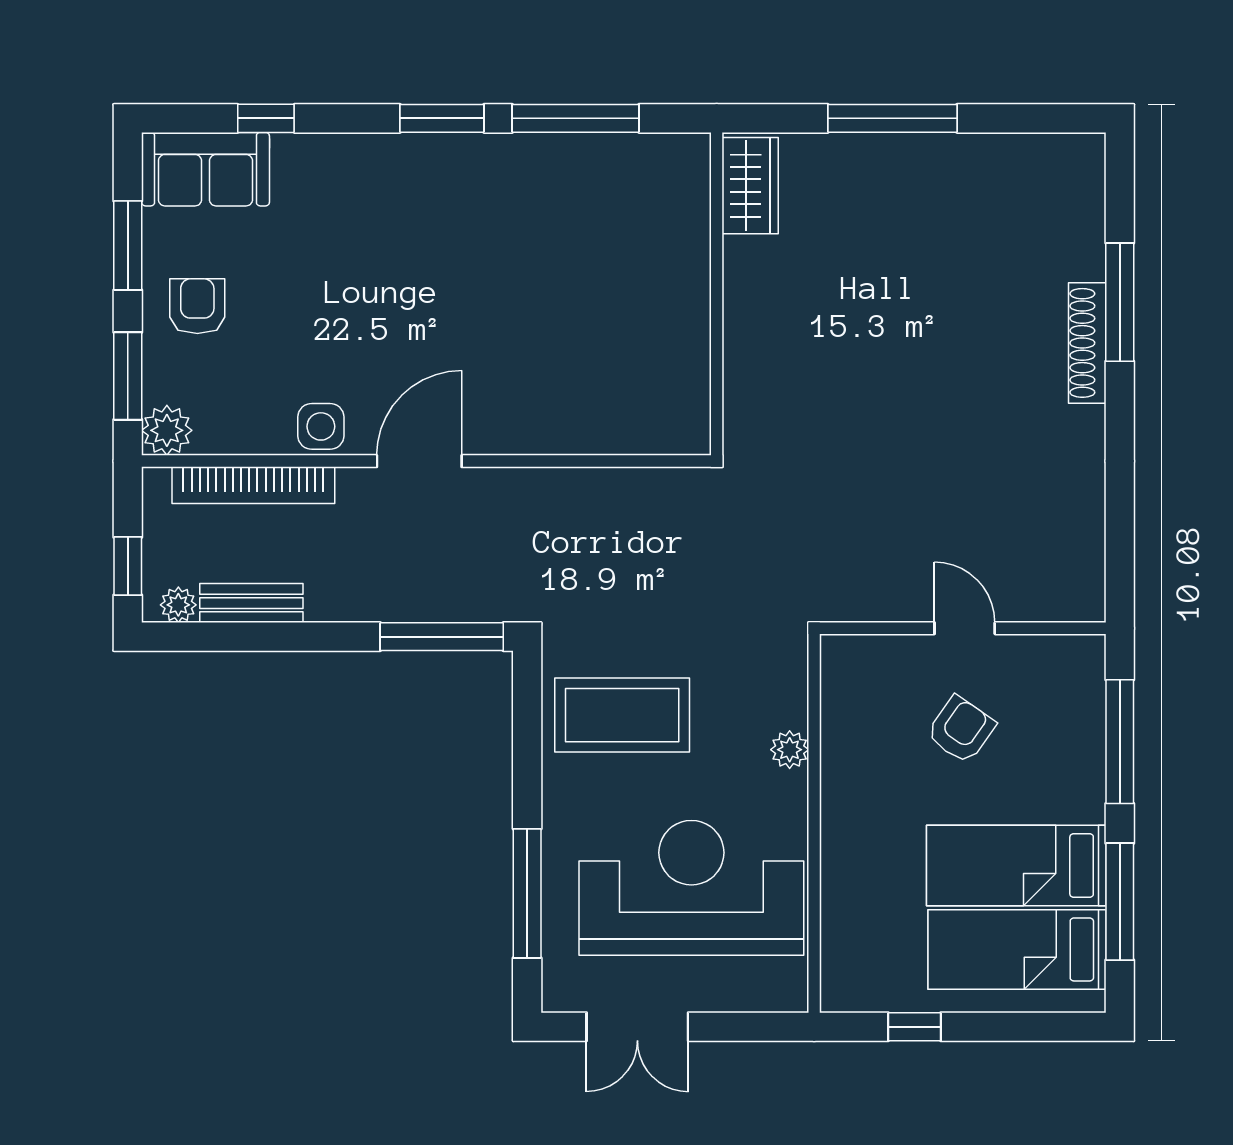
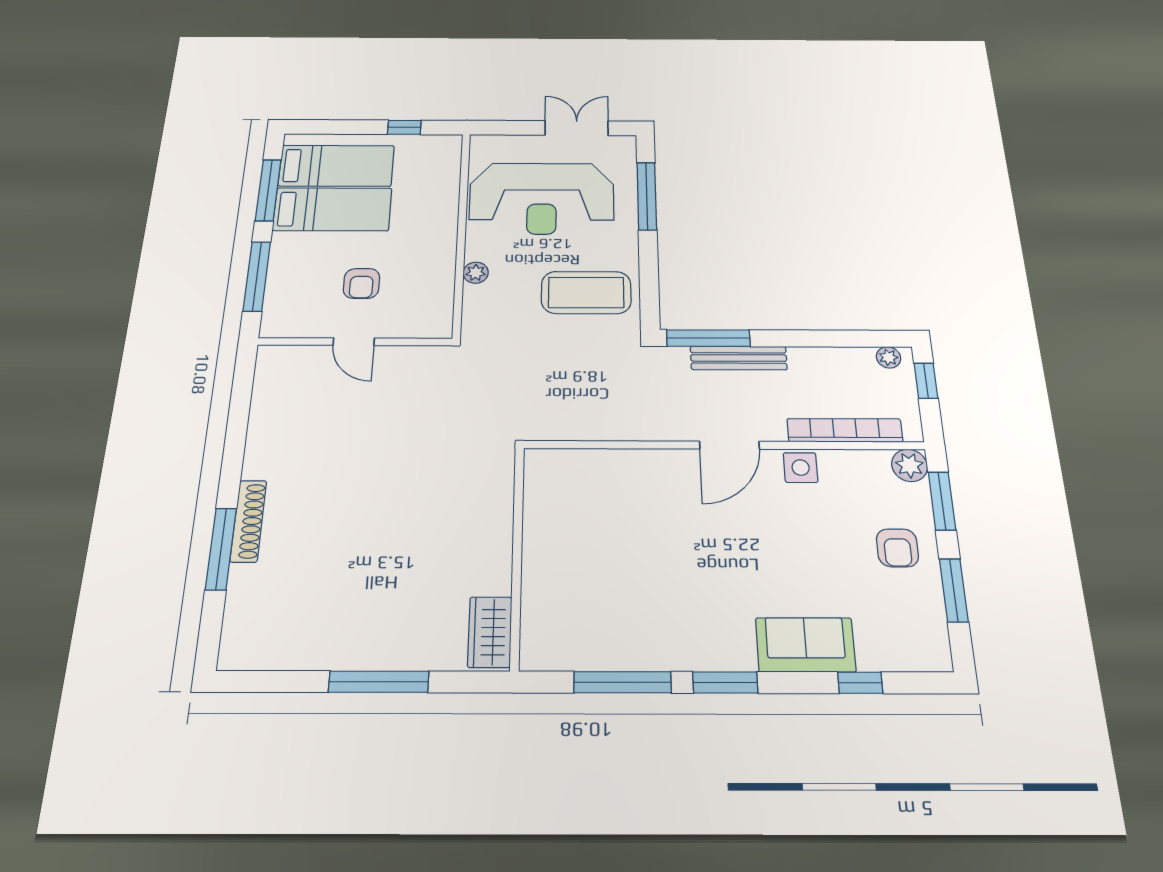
sofa: (205, 169) -> (806, 645), moved
bench: (251, 603) -> (739, 358), moved, width x1.36
armchair: (961, 730) -> (361, 283), turned -35

